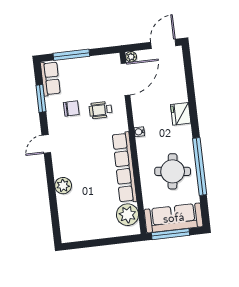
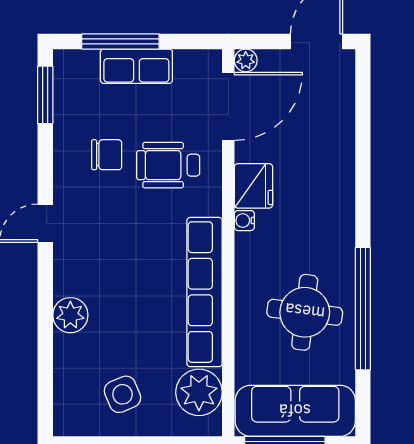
row of seats: (50, 78) -> (136, 66), moved, turned 90
window: (41, 98) -> (45, 95), moved
wheelchair: (101, 110) -> (168, 165), width x1.36, depth x1.37
fridge: (181, 114) -> (253, 186), moved, turned 180
side table: (92, 220) -> (122, 394), added

